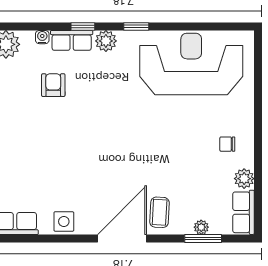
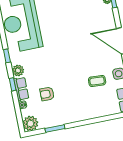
coffee table: (160, 212) -> (97, 81), moved

